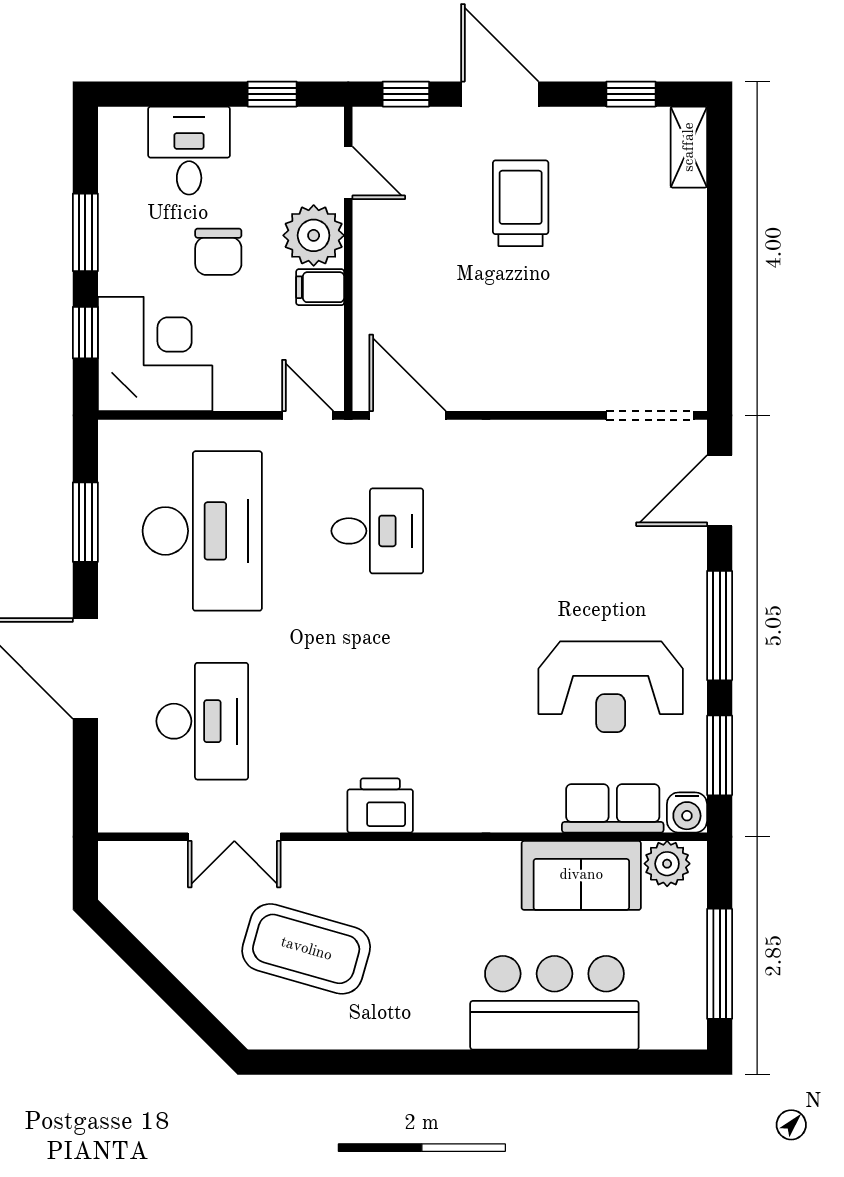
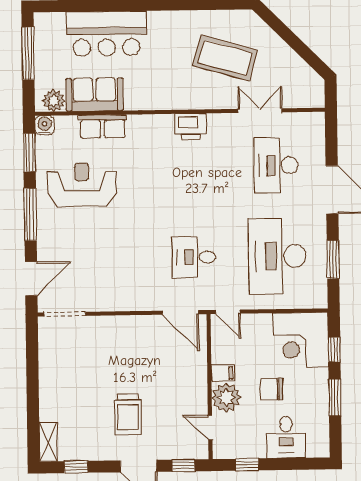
chair: (218, 252) -> (272, 389), turned -90
row of seats: (613, 808) -> (103, 126), moved

